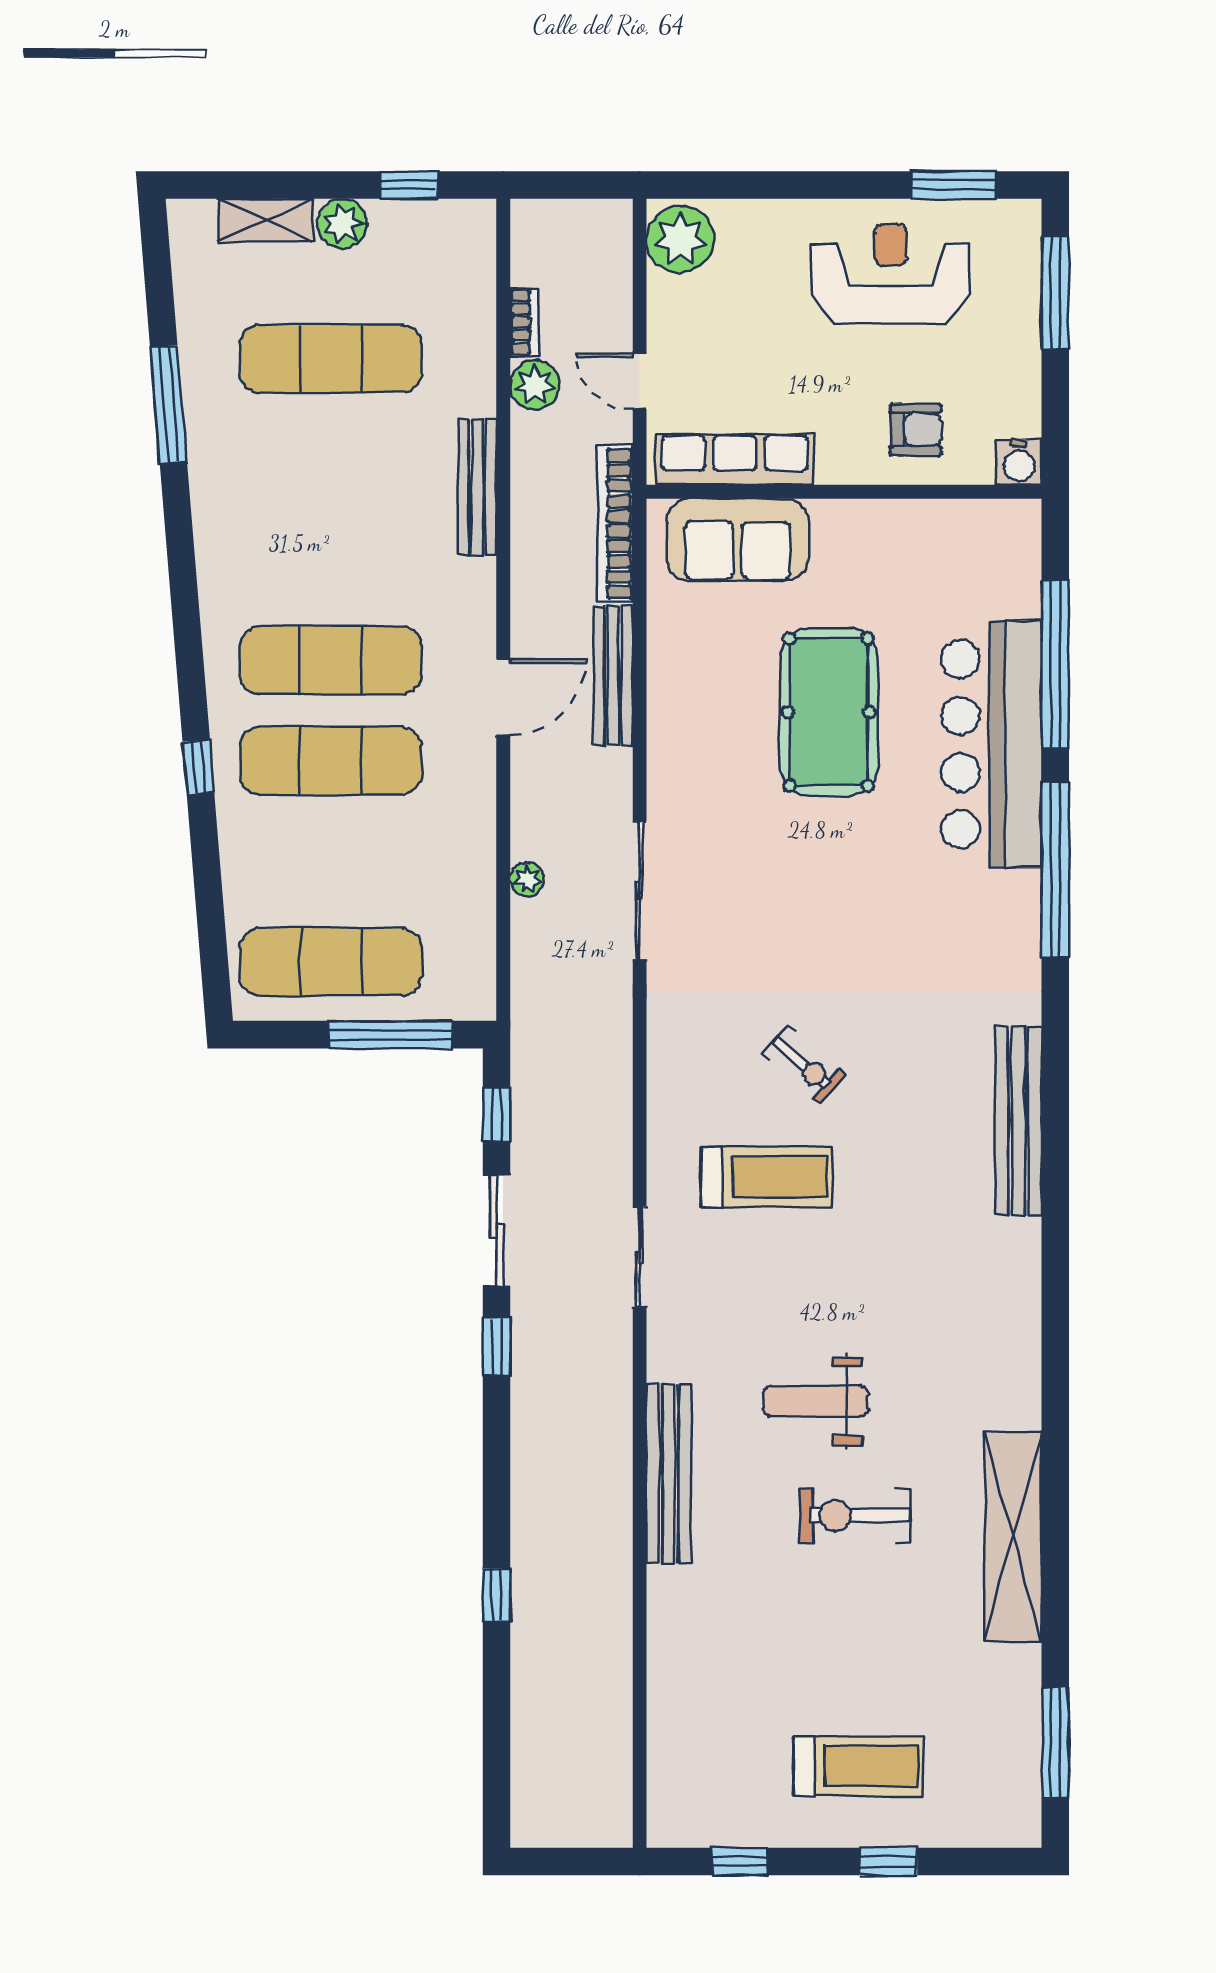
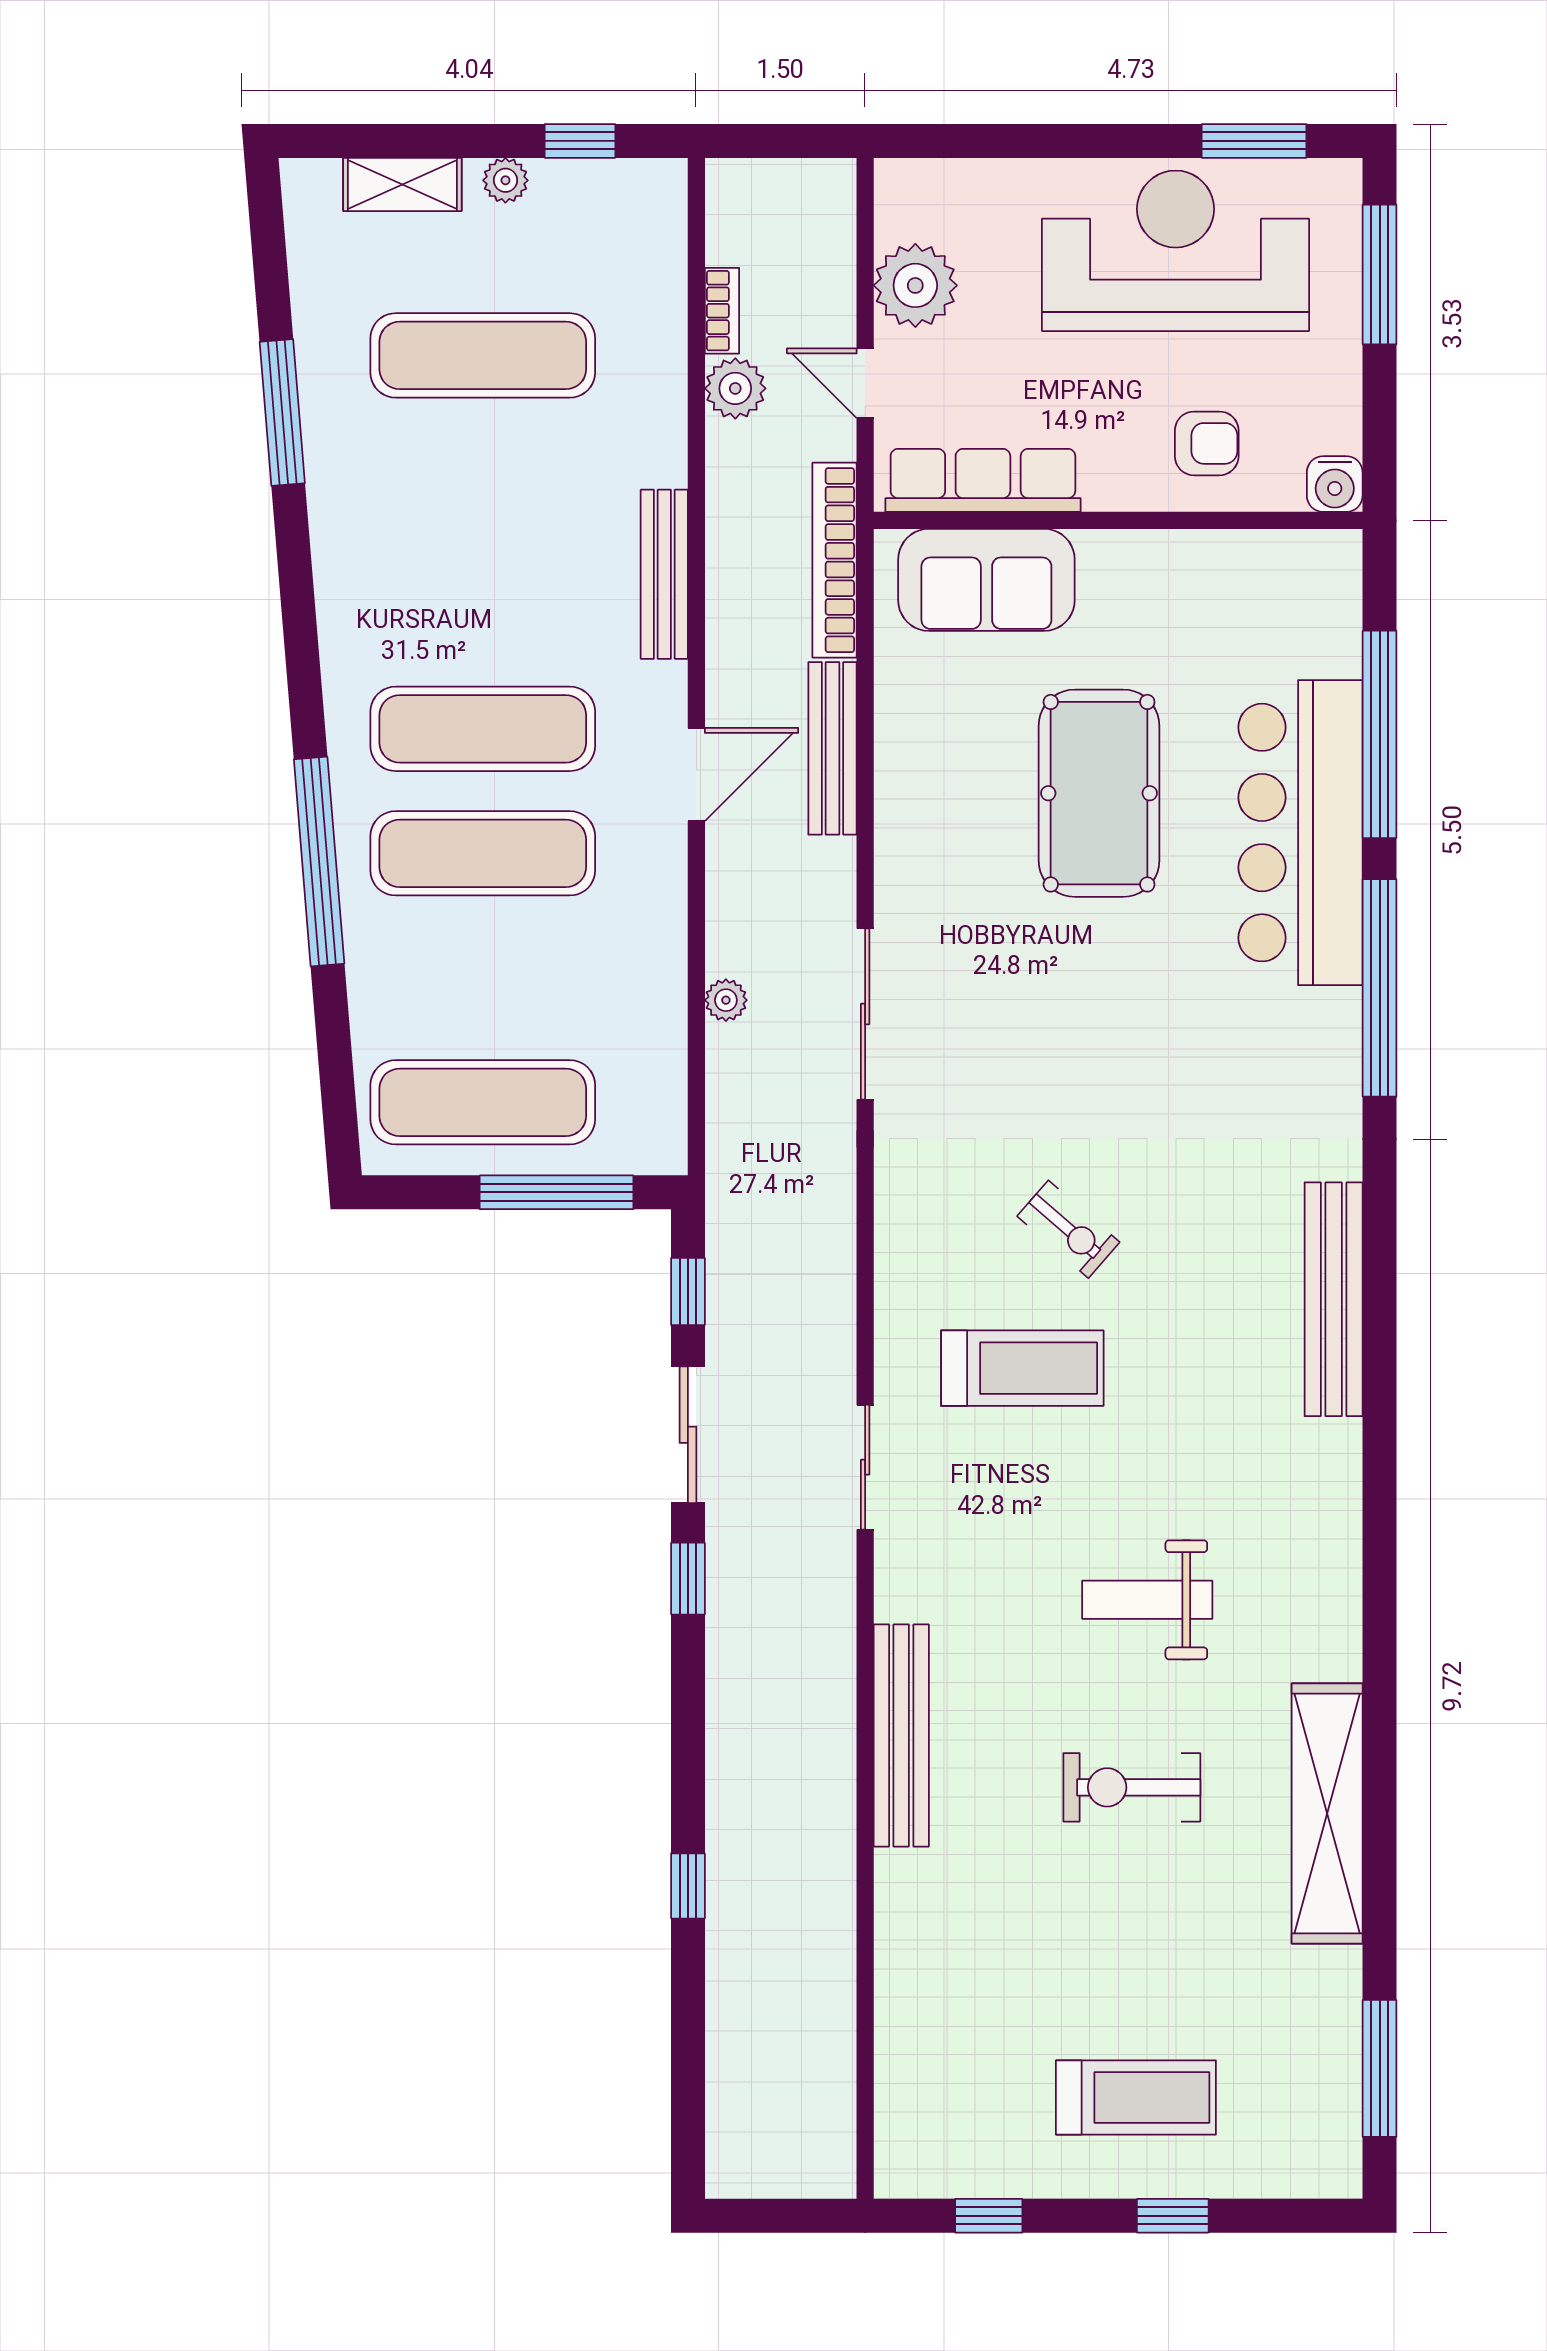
plant: (342, 224) -> (505, 180), width x0.73, depth x0.73
plant: (680, 239) -> (915, 285), moved
reception desk: (890, 274) -> (1176, 251), width x1.36, depth x1.30
bench: (477, 487) -> (664, 574), moved
window: (198, 767) -> (319, 861), width x3.17
weight bench: (816, 1401) -> (1147, 1600), moved

